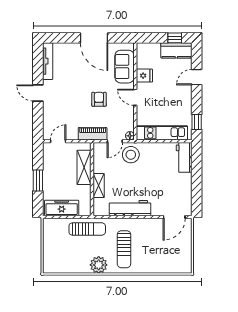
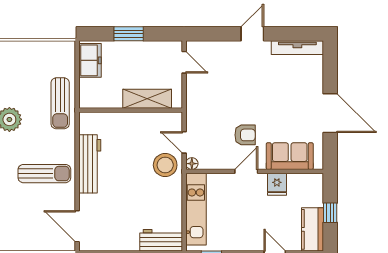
door: (94, 38) -> (330, 113), swing flipped
window: (175, 38) -> (330, 213), moved
armchair: (99, 99) -> (245, 135), moved
piano: (93, 134) -> (195, 111), removed
shelving: (99, 186) -> (121, 120), removed
freezer: (62, 208) -> (90, 60), width x0.71
sun lounger: (124, 249) -> (44, 174), moved, turned 180

